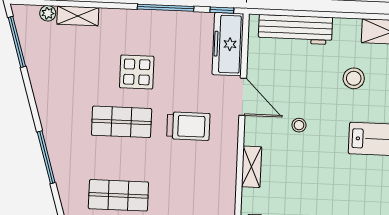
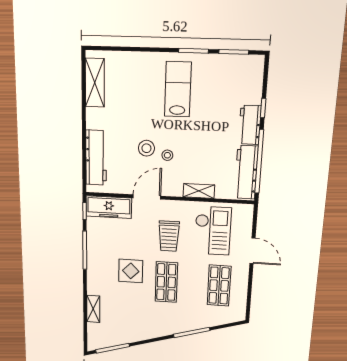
plant: (48, 13) -> (92, 328), removed
stool: (354, 78) -> (146, 148), moved
trolley: (188, 126) -> (169, 236), turned 180
checkout: (197, 186) -> (213, 231), added

